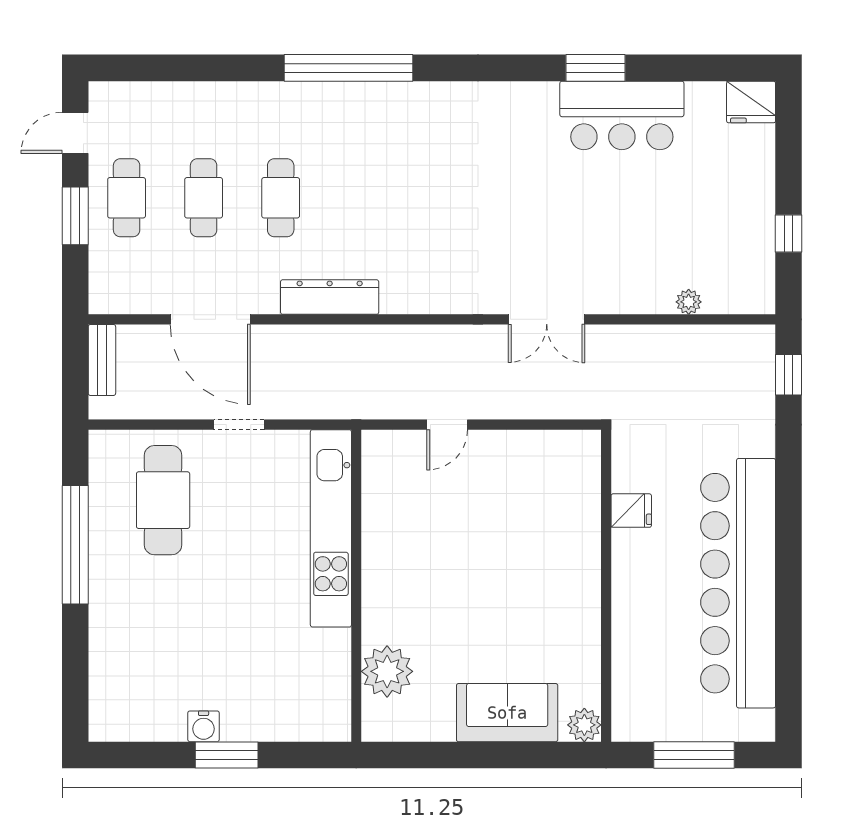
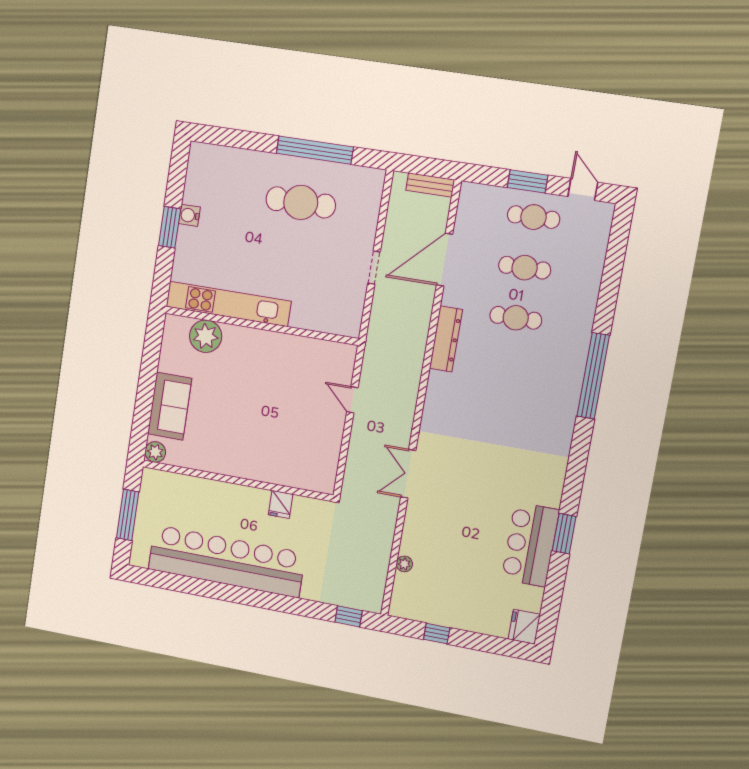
cafe table: (163, 500) -> (301, 202), moved
kitchen unit: (331, 528) -> (228, 304), moved

